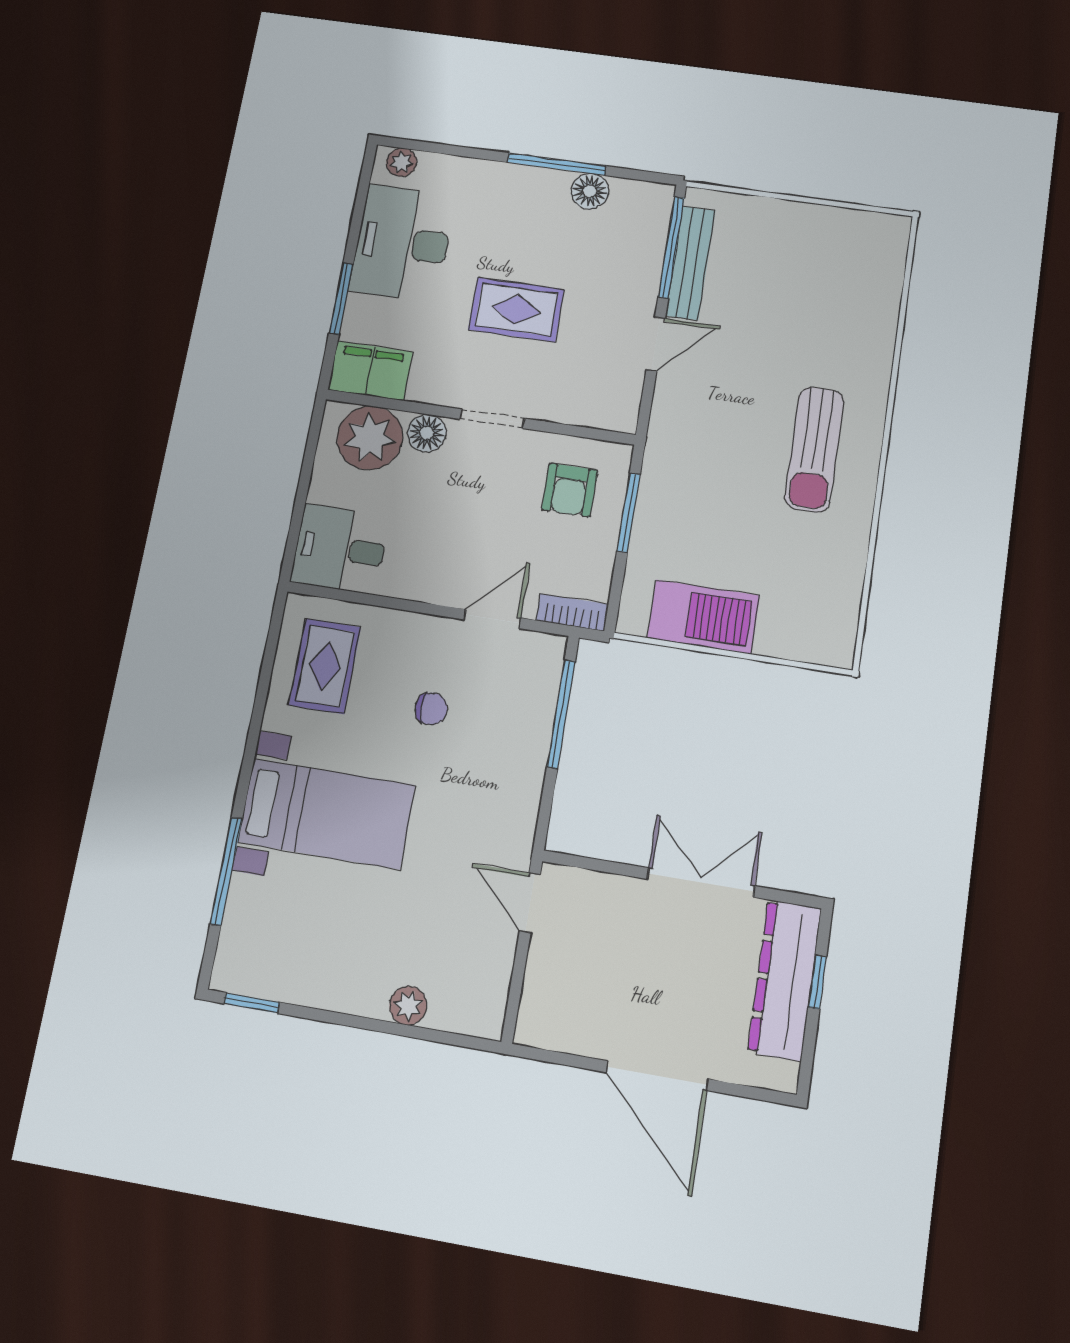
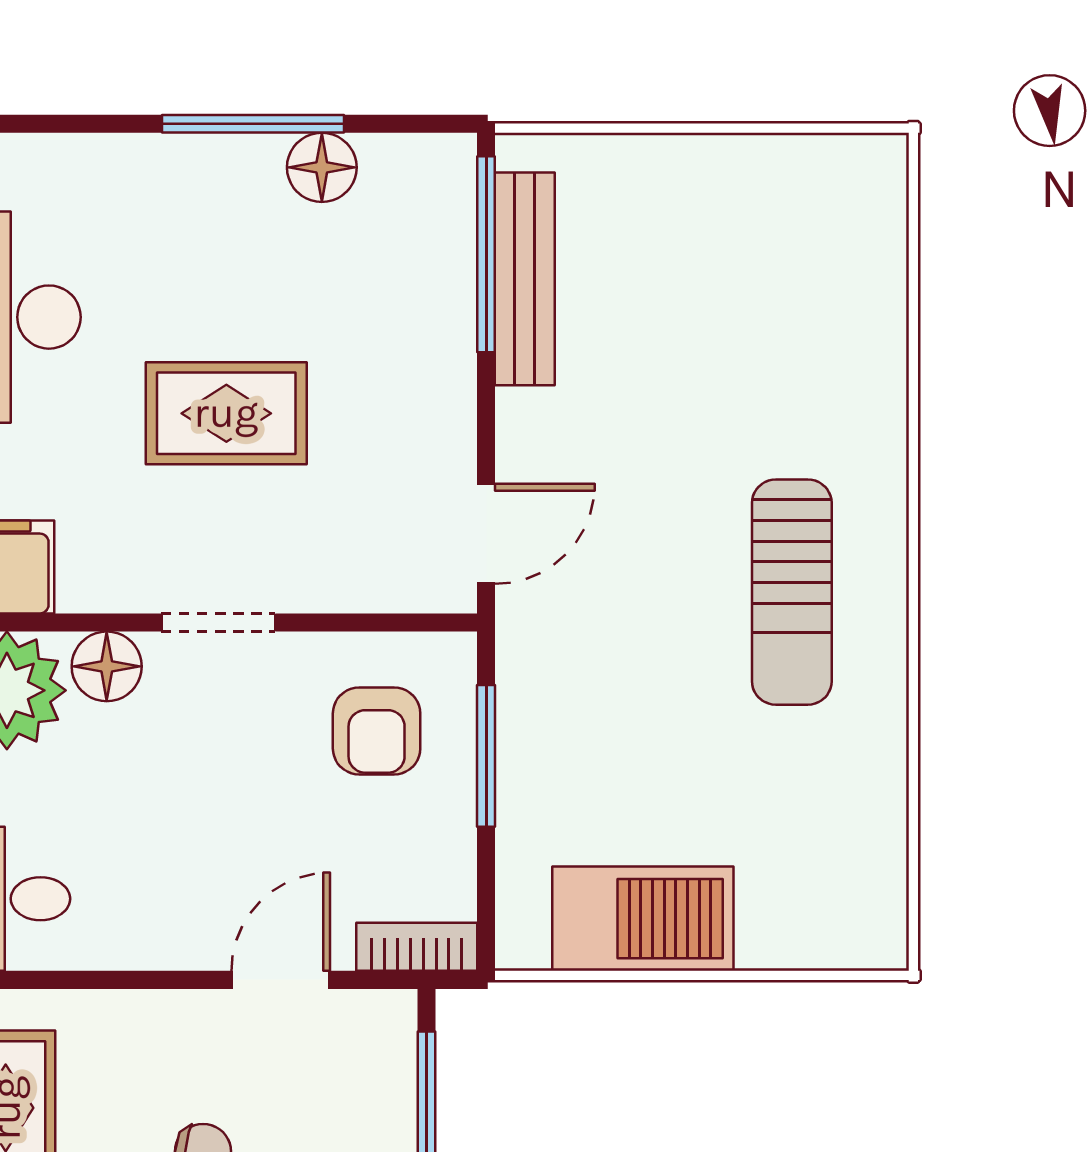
door: (656, 344) -> (486, 534), moved

